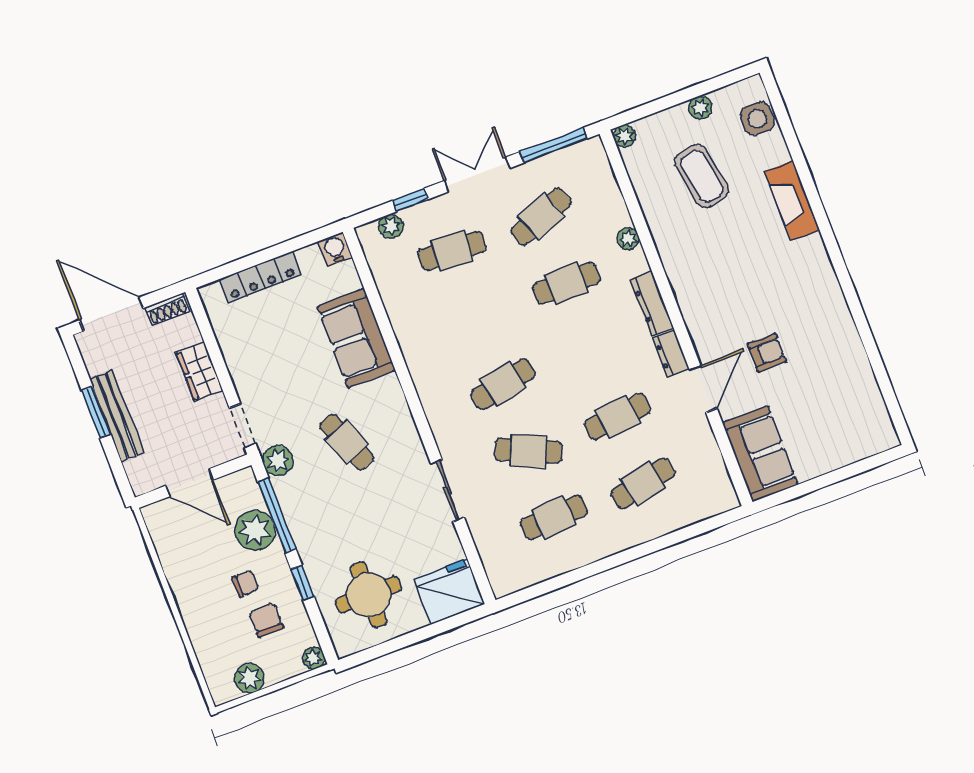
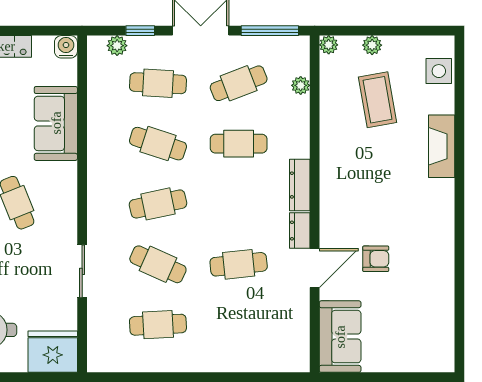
plant: (700, 108) -> (372, 45), moved
plant: (628, 239) -> (301, 85), moved
cafe table: (643, 483) -> (158, 144), moved, turned 30

